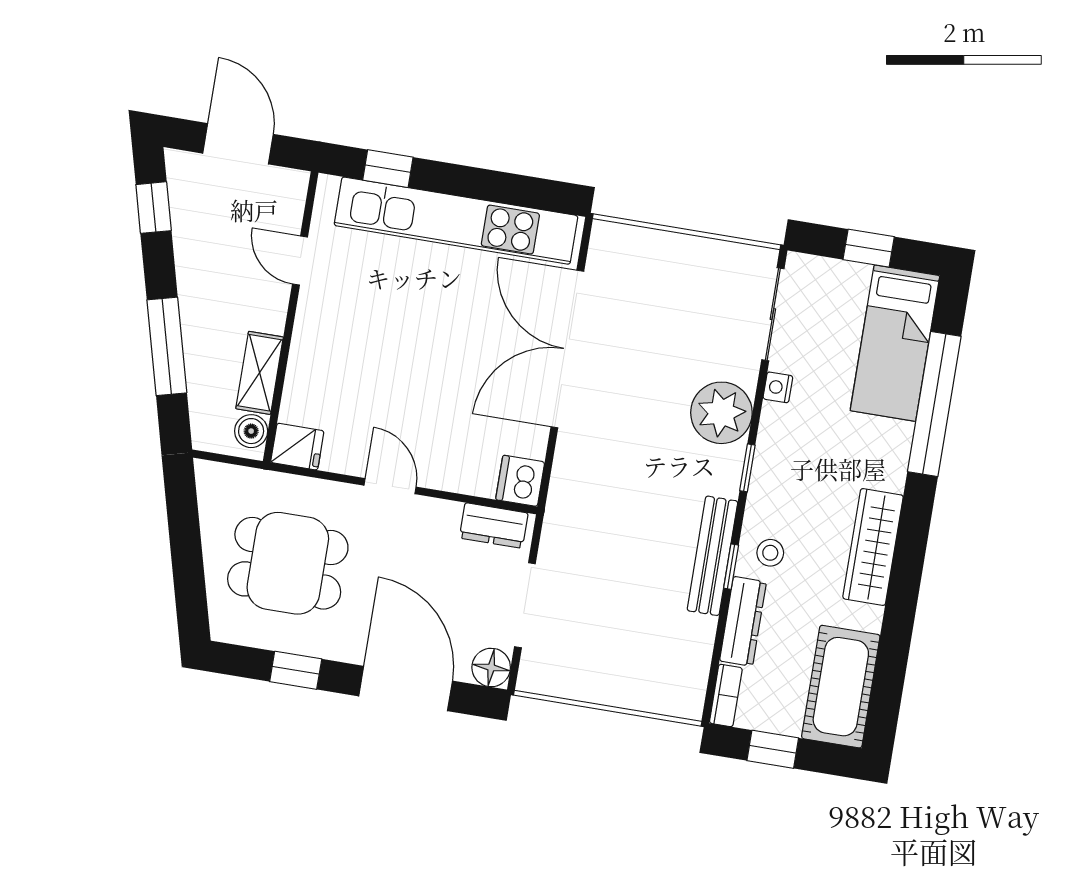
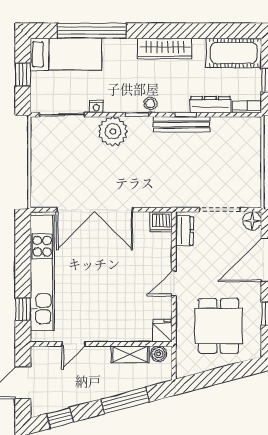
stool: (770, 553) -> (150, 103), moved

